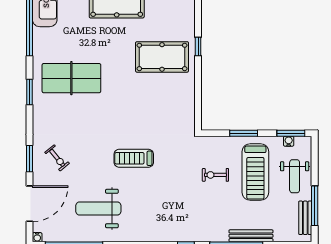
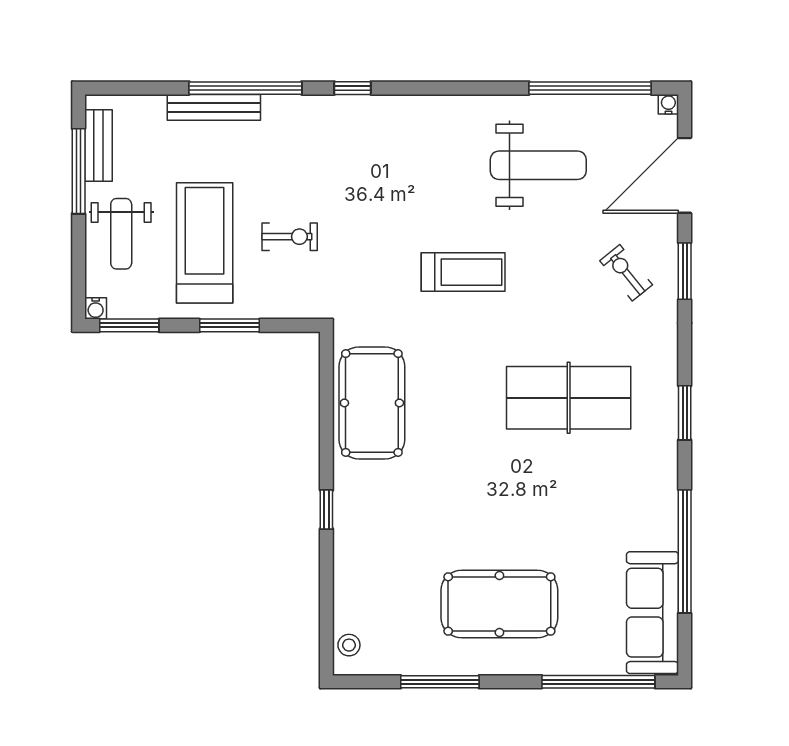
pool table: (162, 57) -> (372, 403), moved, turned 90
table tennis table: (71, 78) -> (569, 398), moved
water cooler: (289, 141) -> (96, 308), moved
weight bench: (295, 176) -> (121, 234), turned 180

